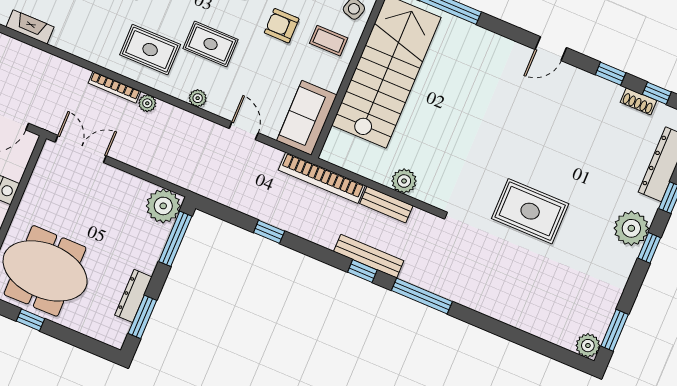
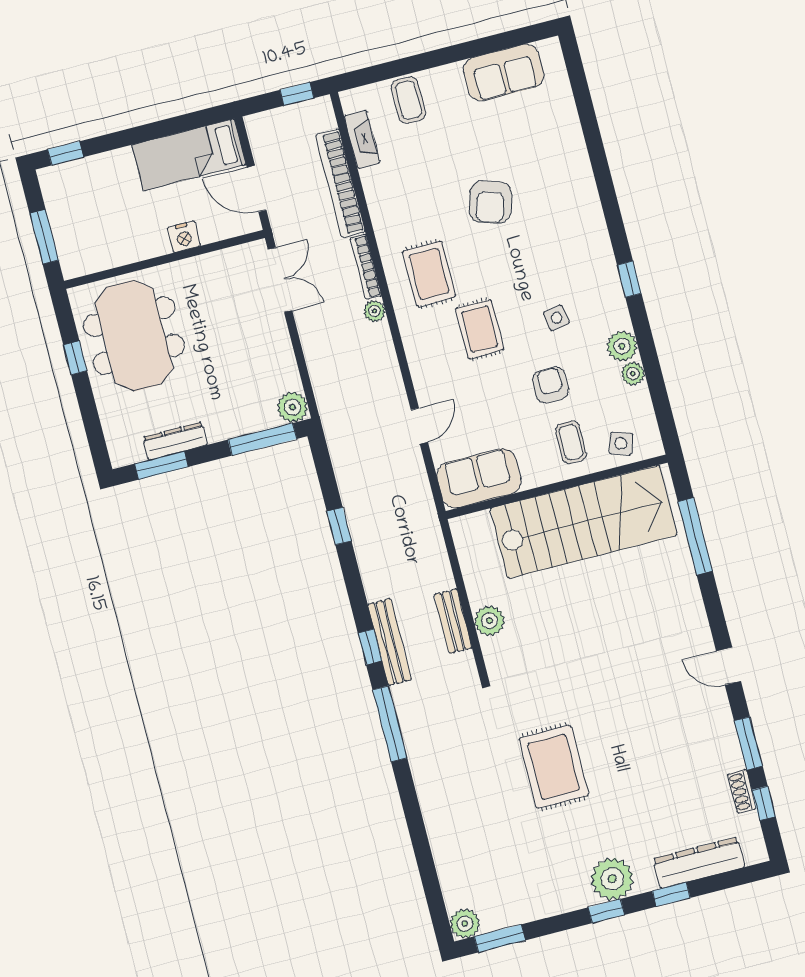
window: (611, 74) -> (748, 743), width x1.50
plant: (198, 98) -> (417, 357), removed
bookcase: (322, 178) -> (340, 183), moved
plant: (163, 206) -> (293, 407), width x0.73, depth x0.73

